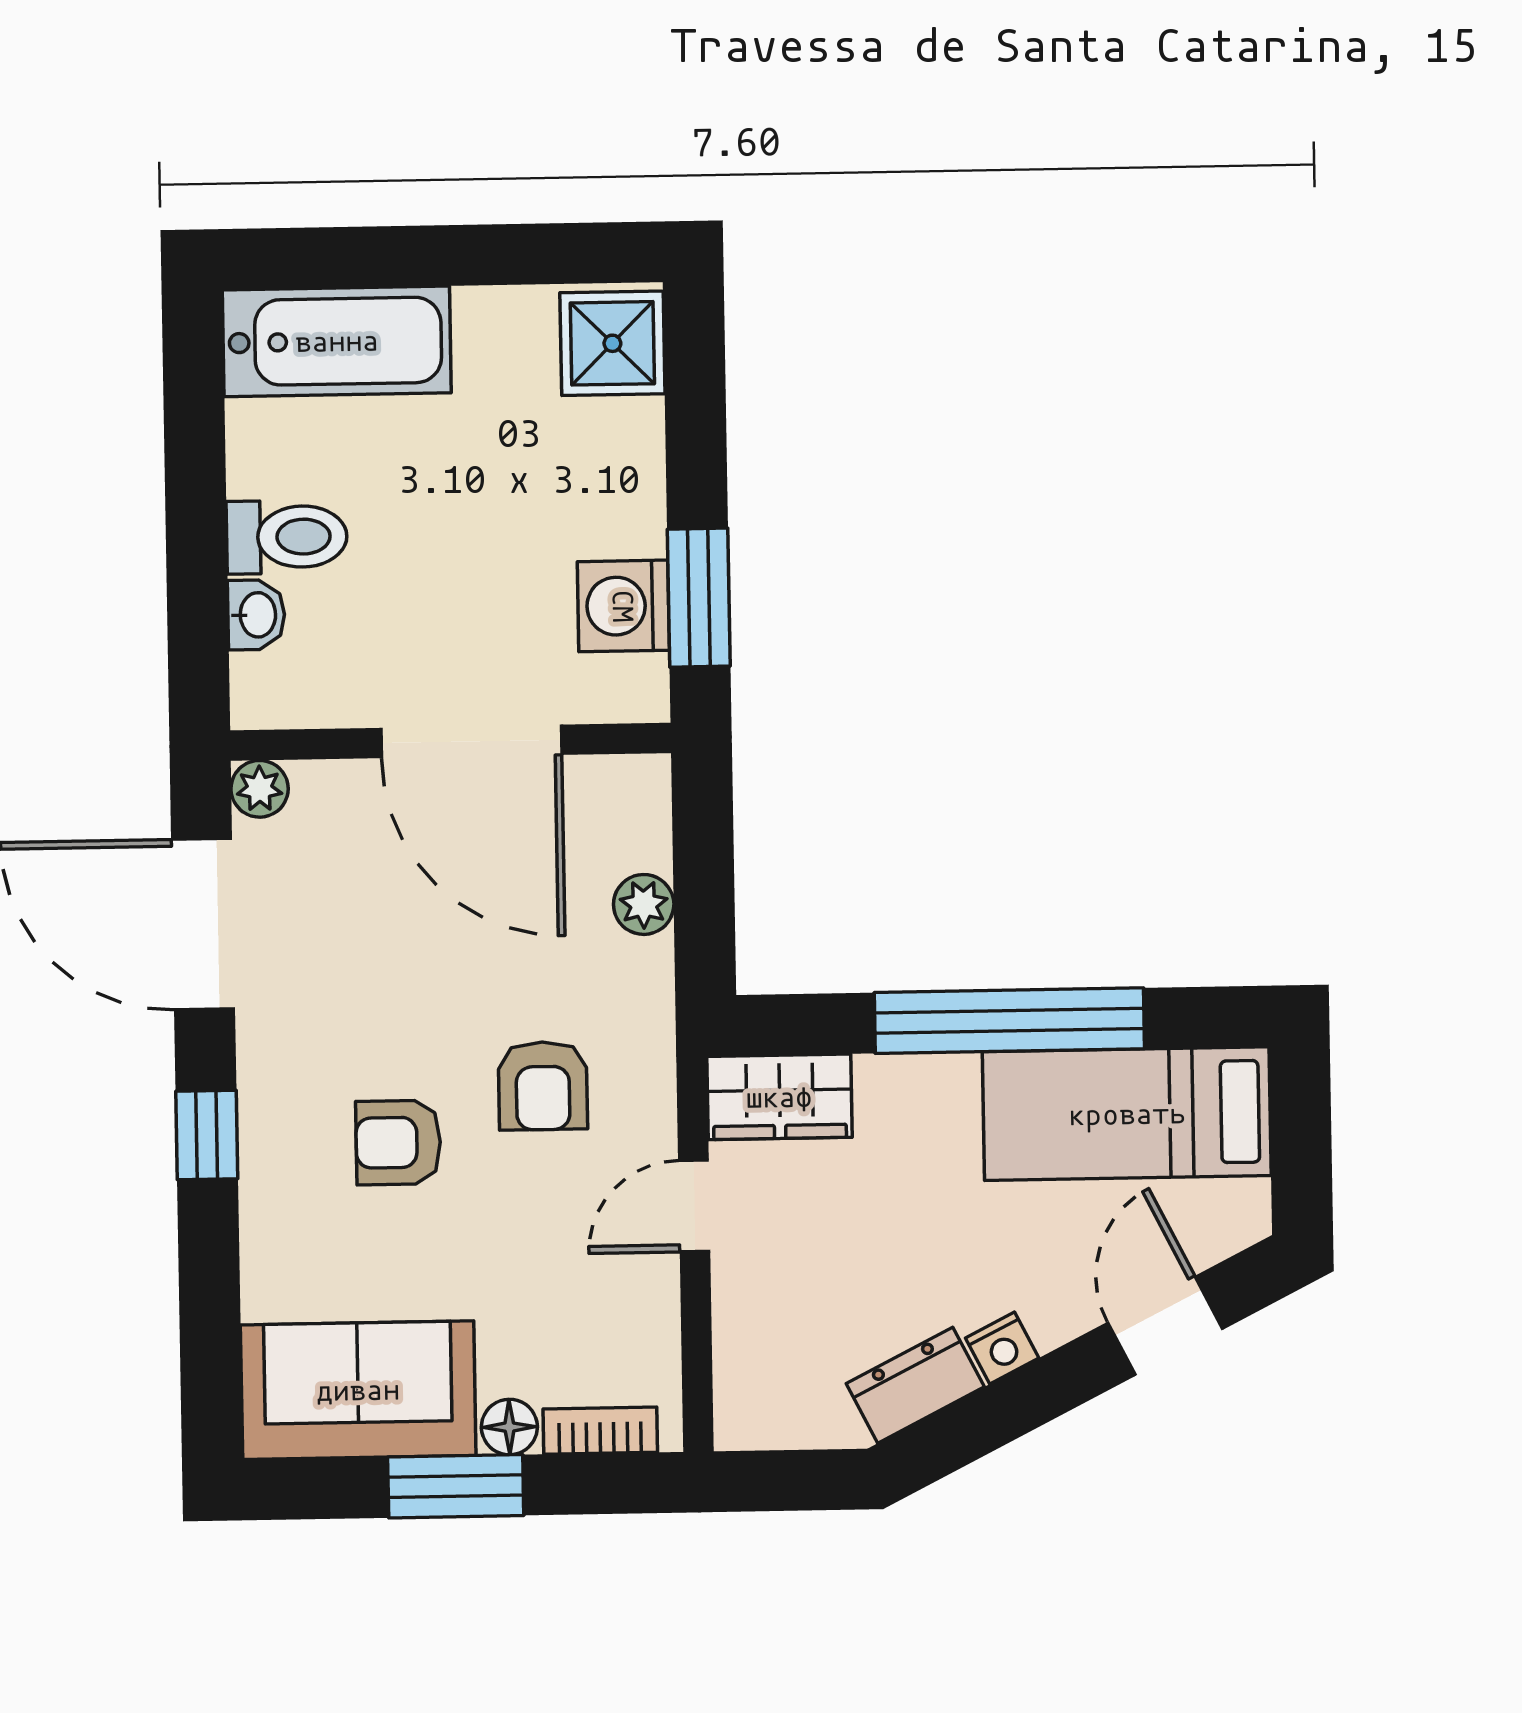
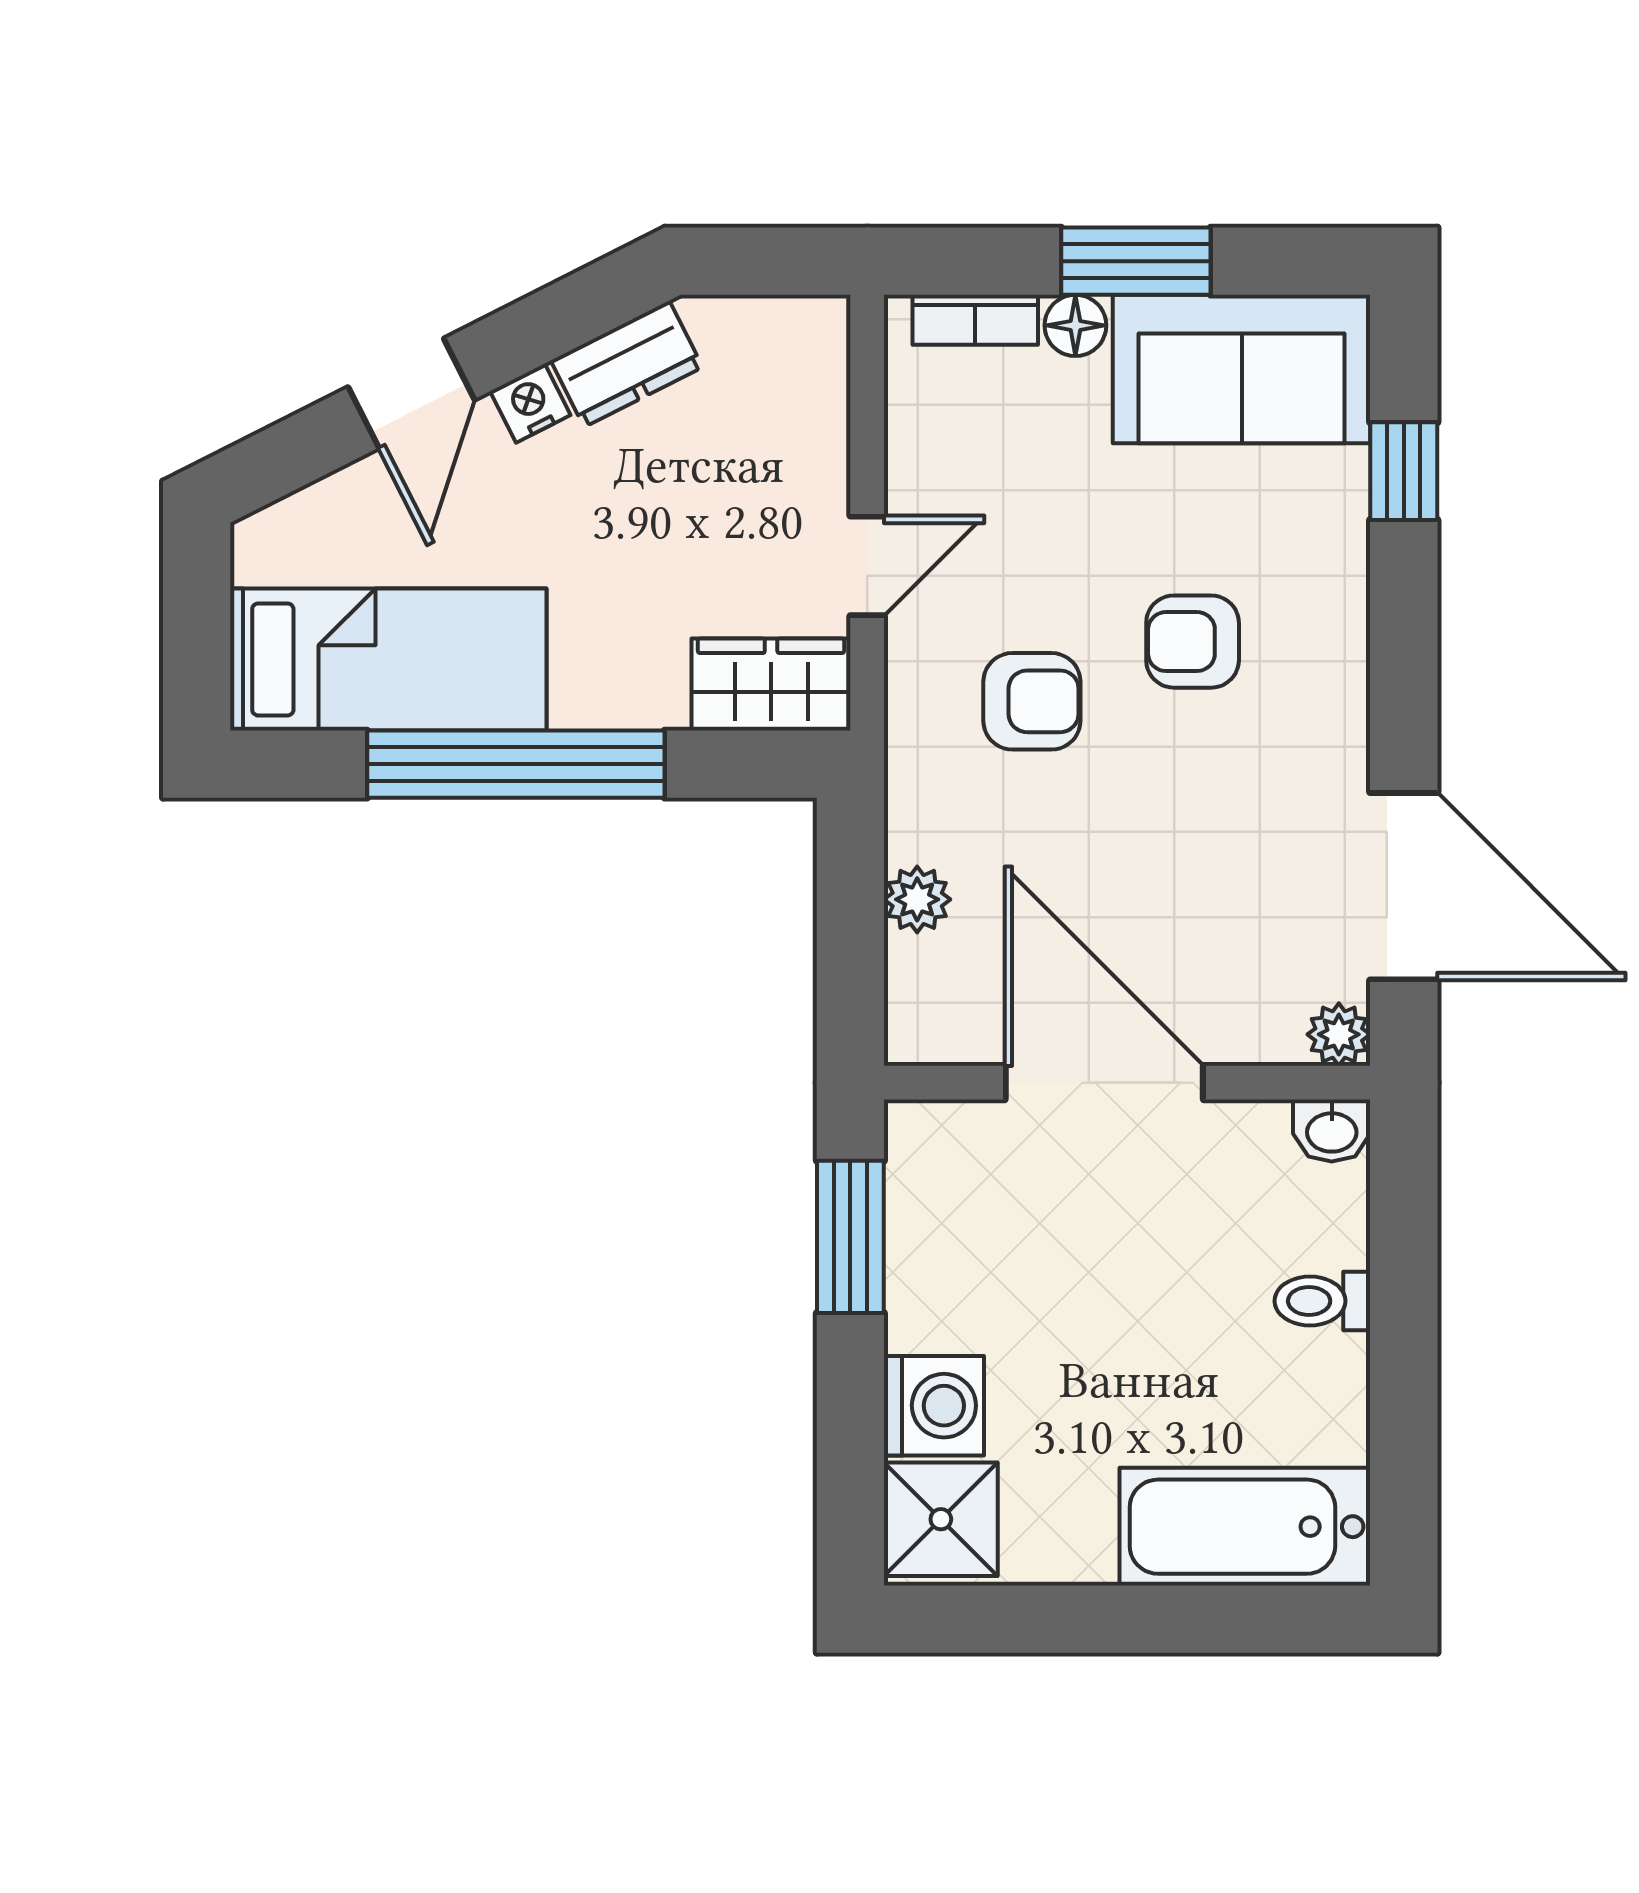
toilet: (287, 537) -> (1322, 1301), width x0.73, depth x0.72
washing machine: (623, 606) -> (934, 1406), moved
washbasin: (256, 615) -> (1332, 1131), moved, turned -90
armchair: (543, 1086) -> (1032, 701), turned 90
window: (207, 1135) -> (1404, 471), moved
armchair: (398, 1142) -> (1193, 642), turned 180
door: (1165, 1326) -> (411, 393), moved

